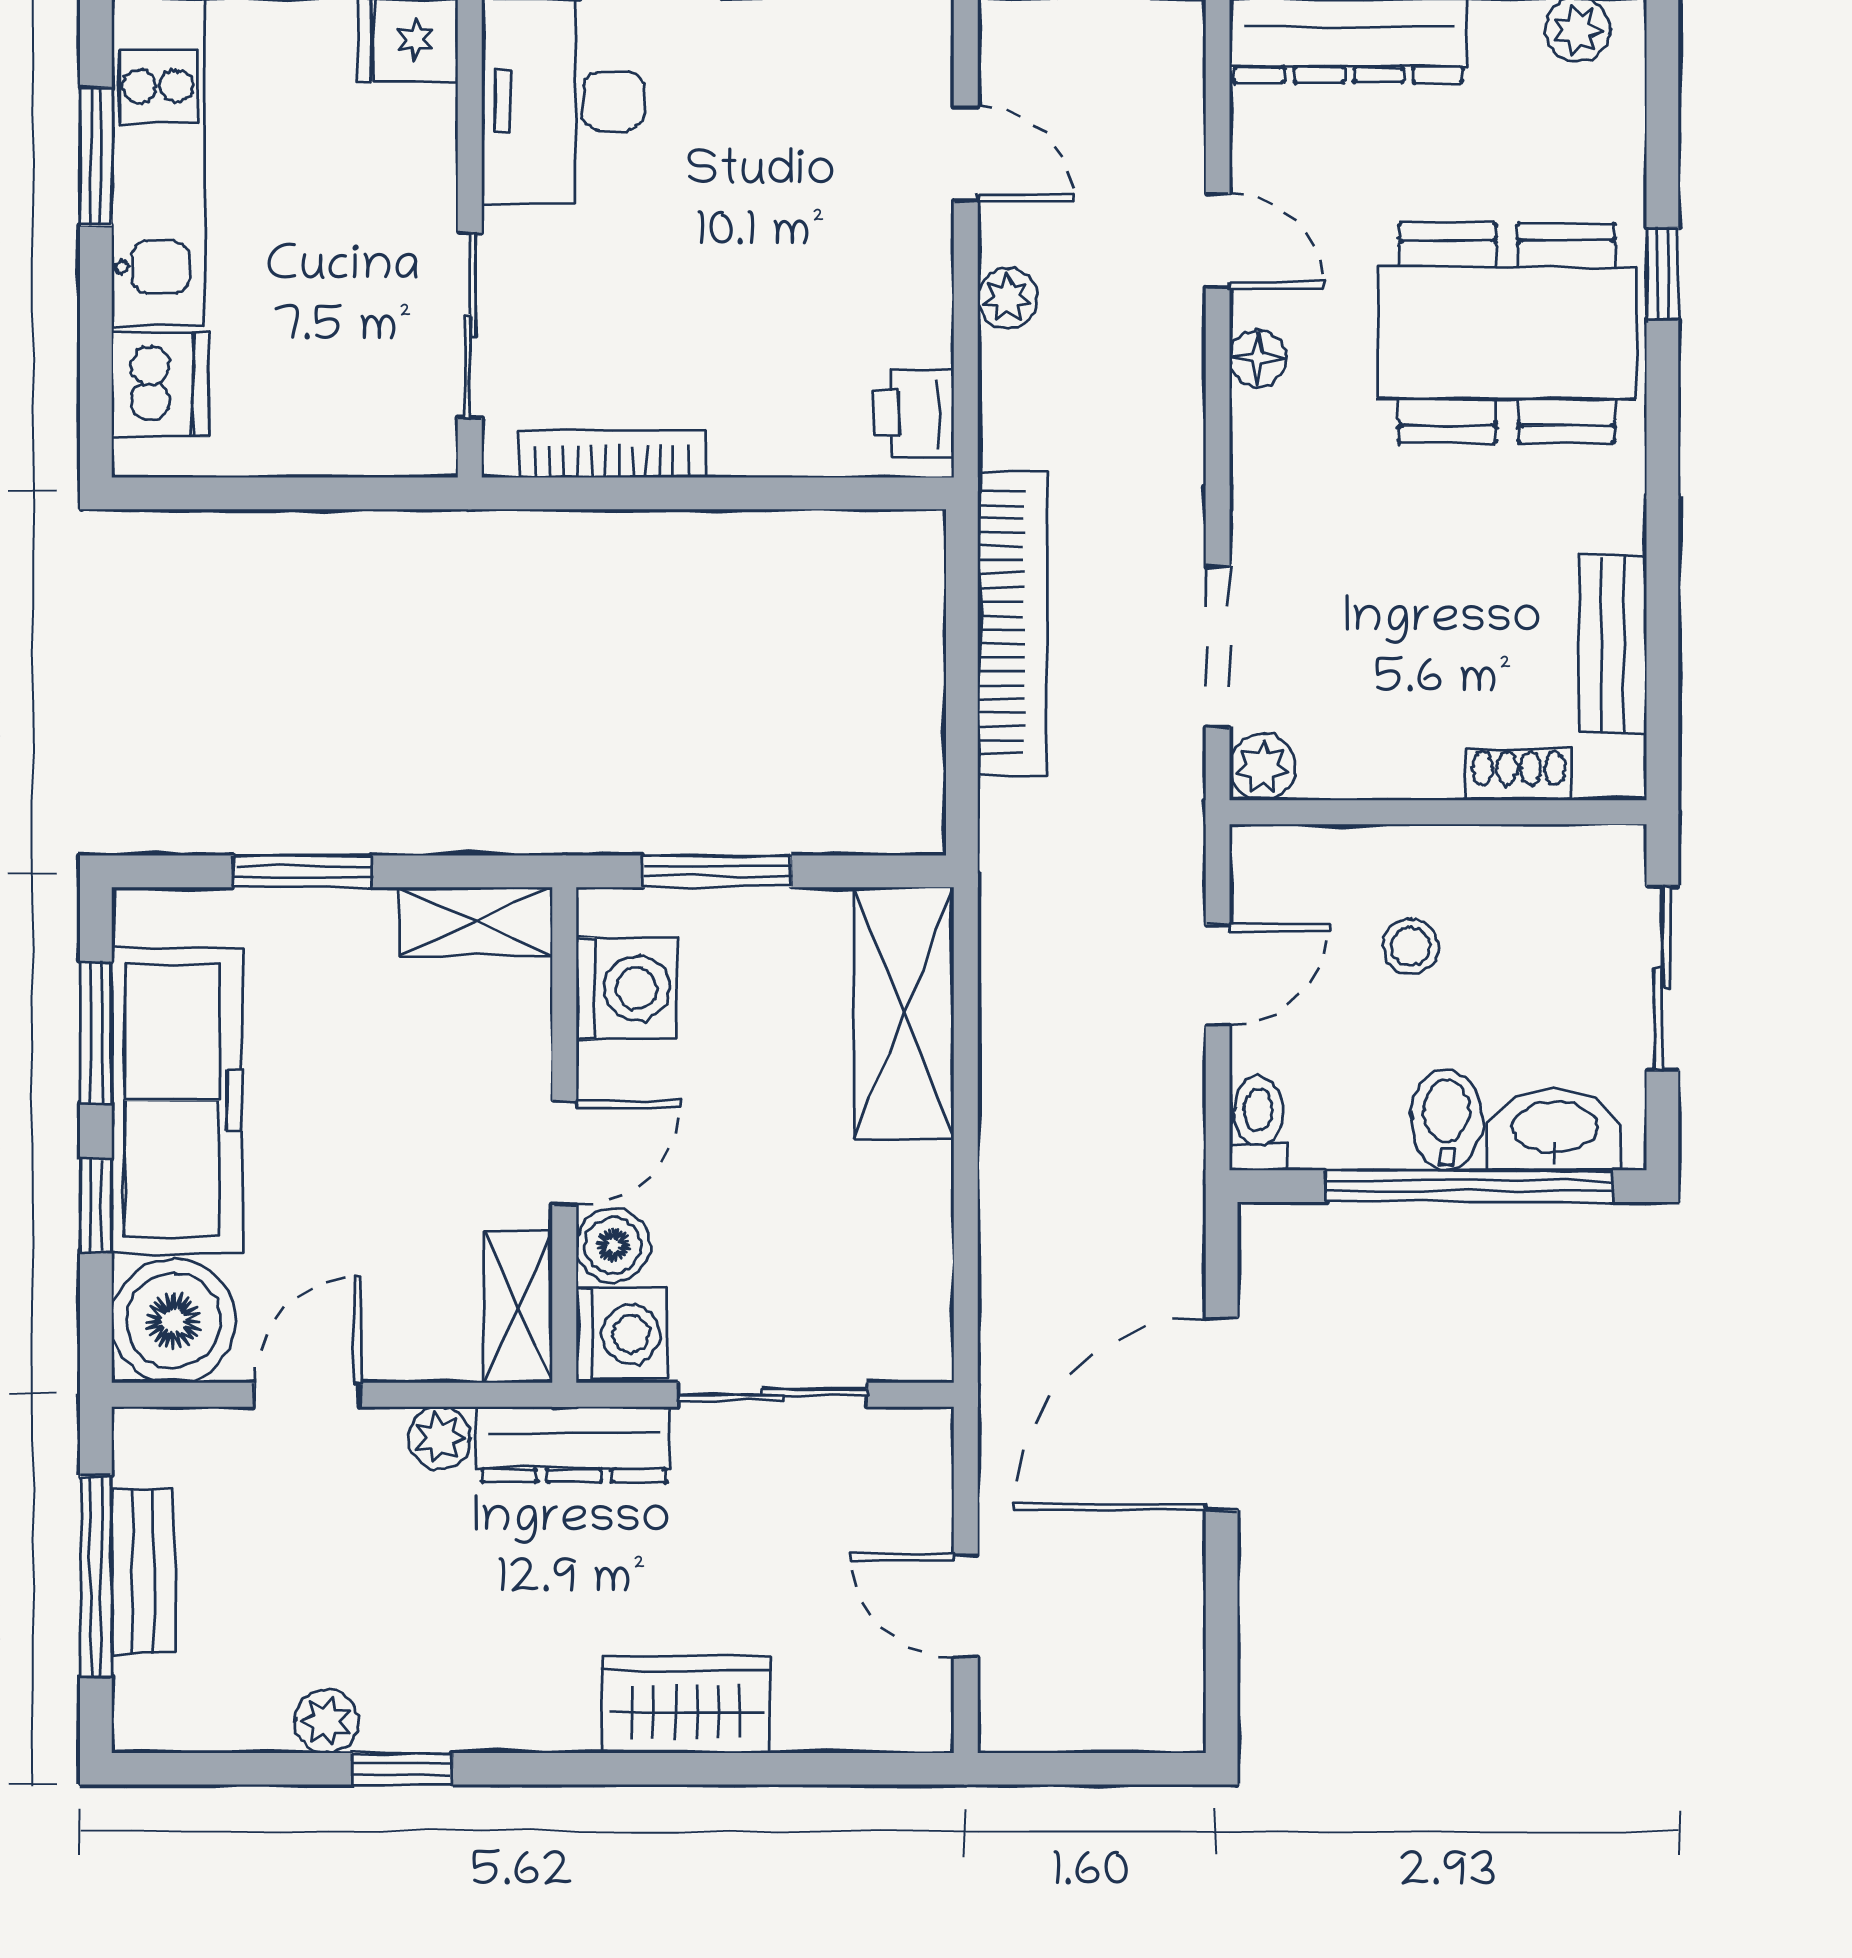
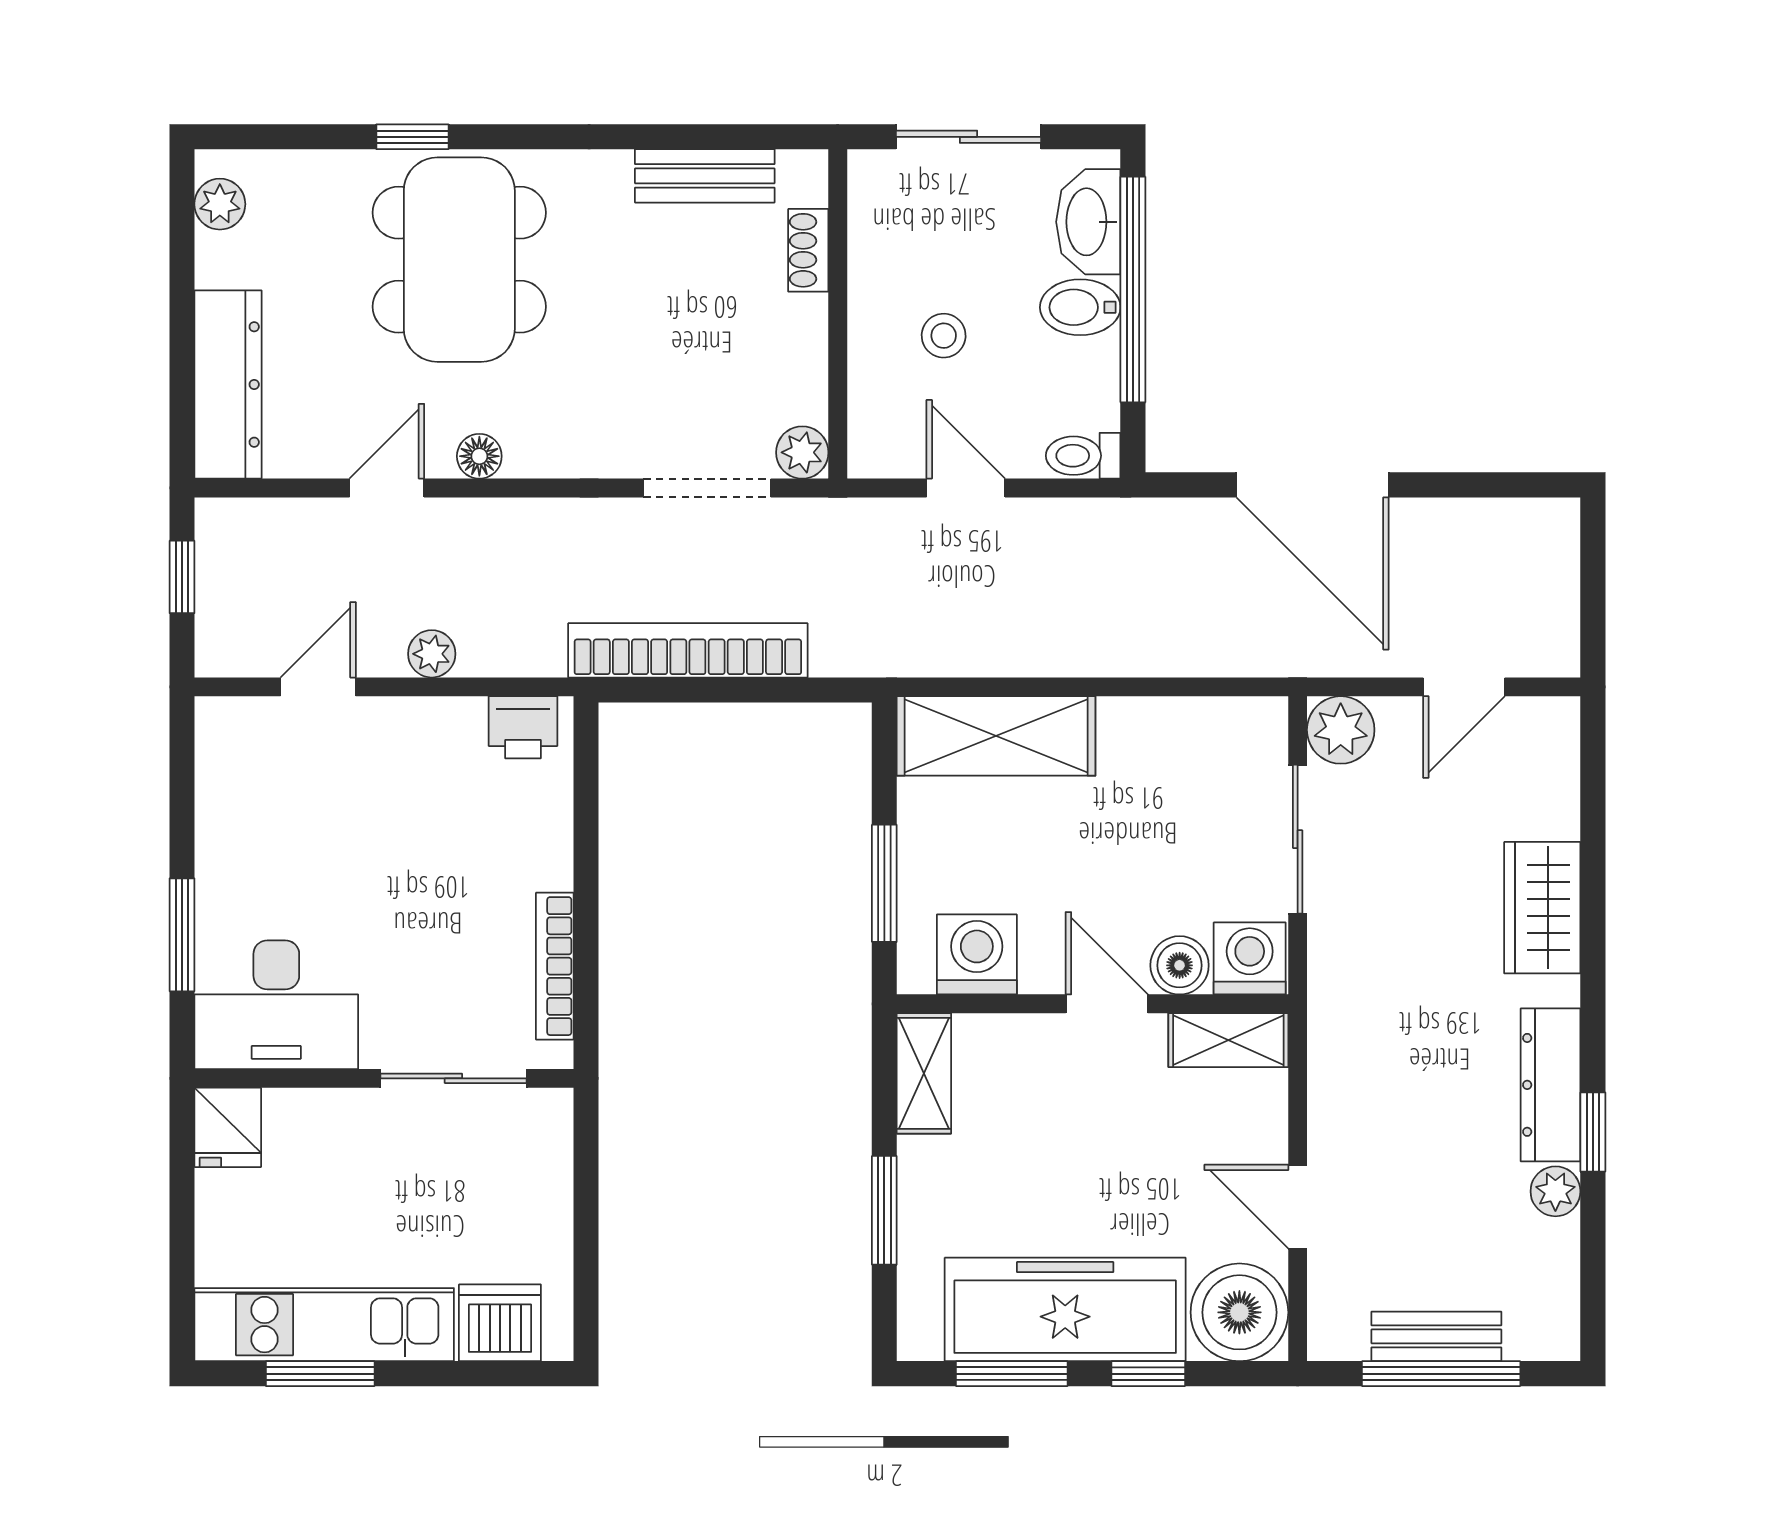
plant: (440, 1438) -> (1341, 730), moved, width x1.38, depth x1.38
dresser: (574, 1445) -> (1551, 1085), moved, turned 180

